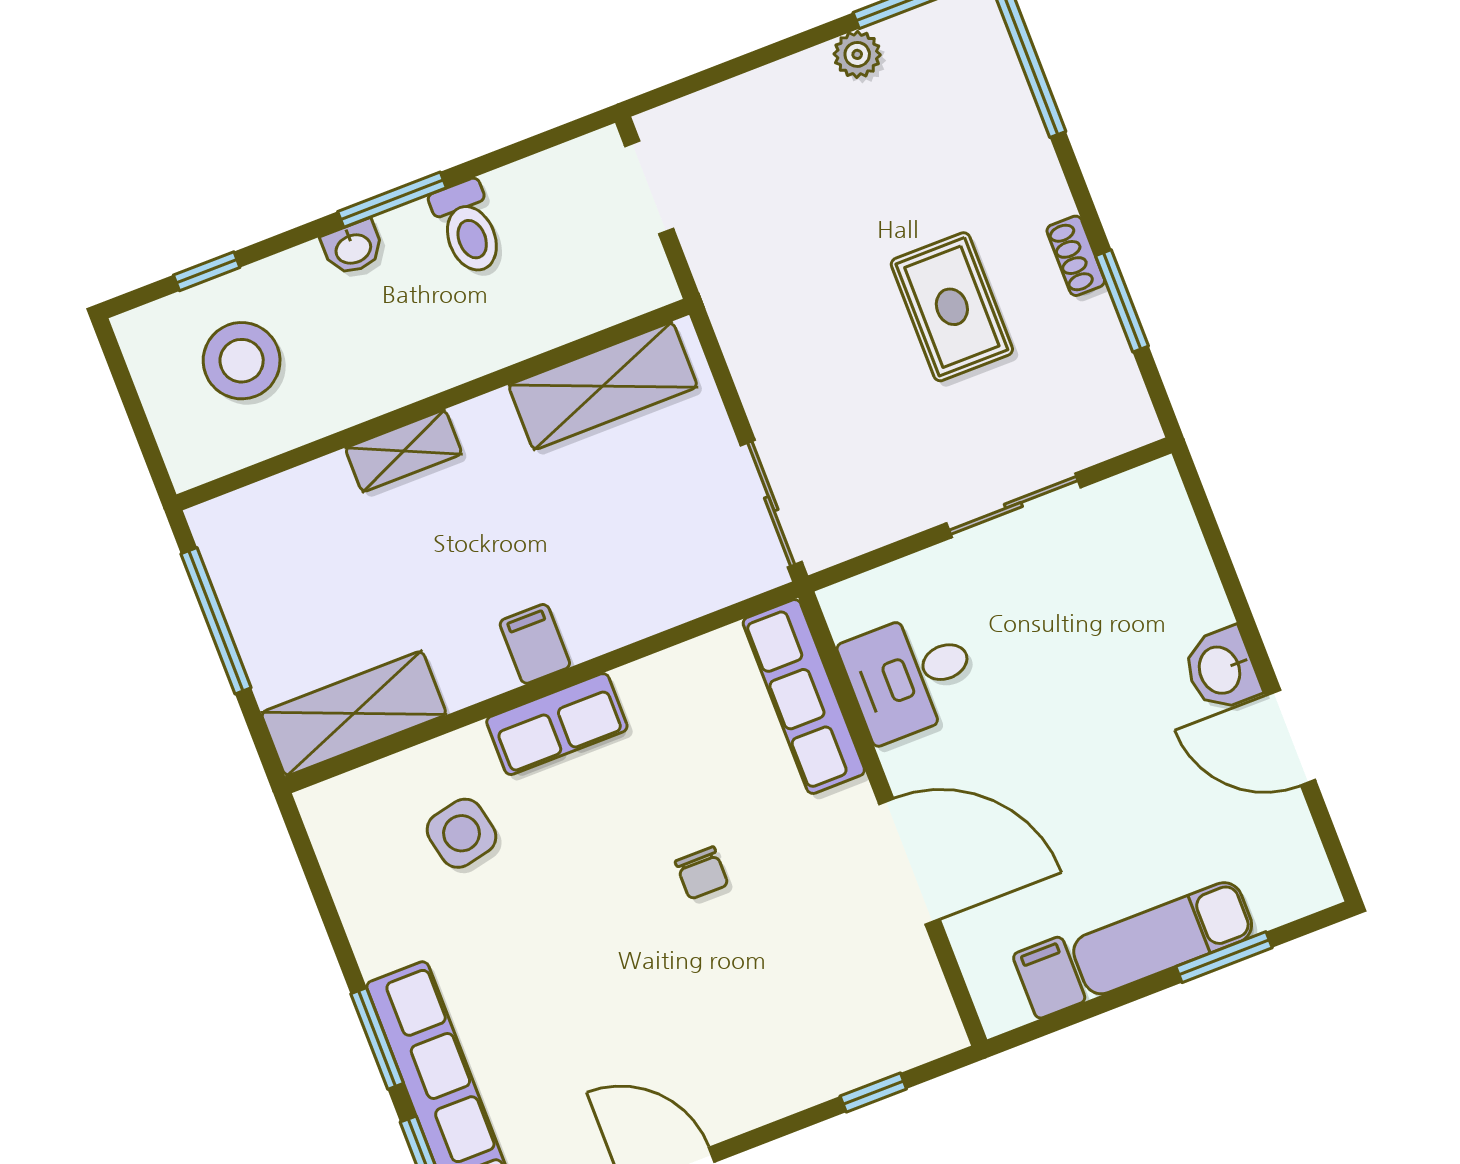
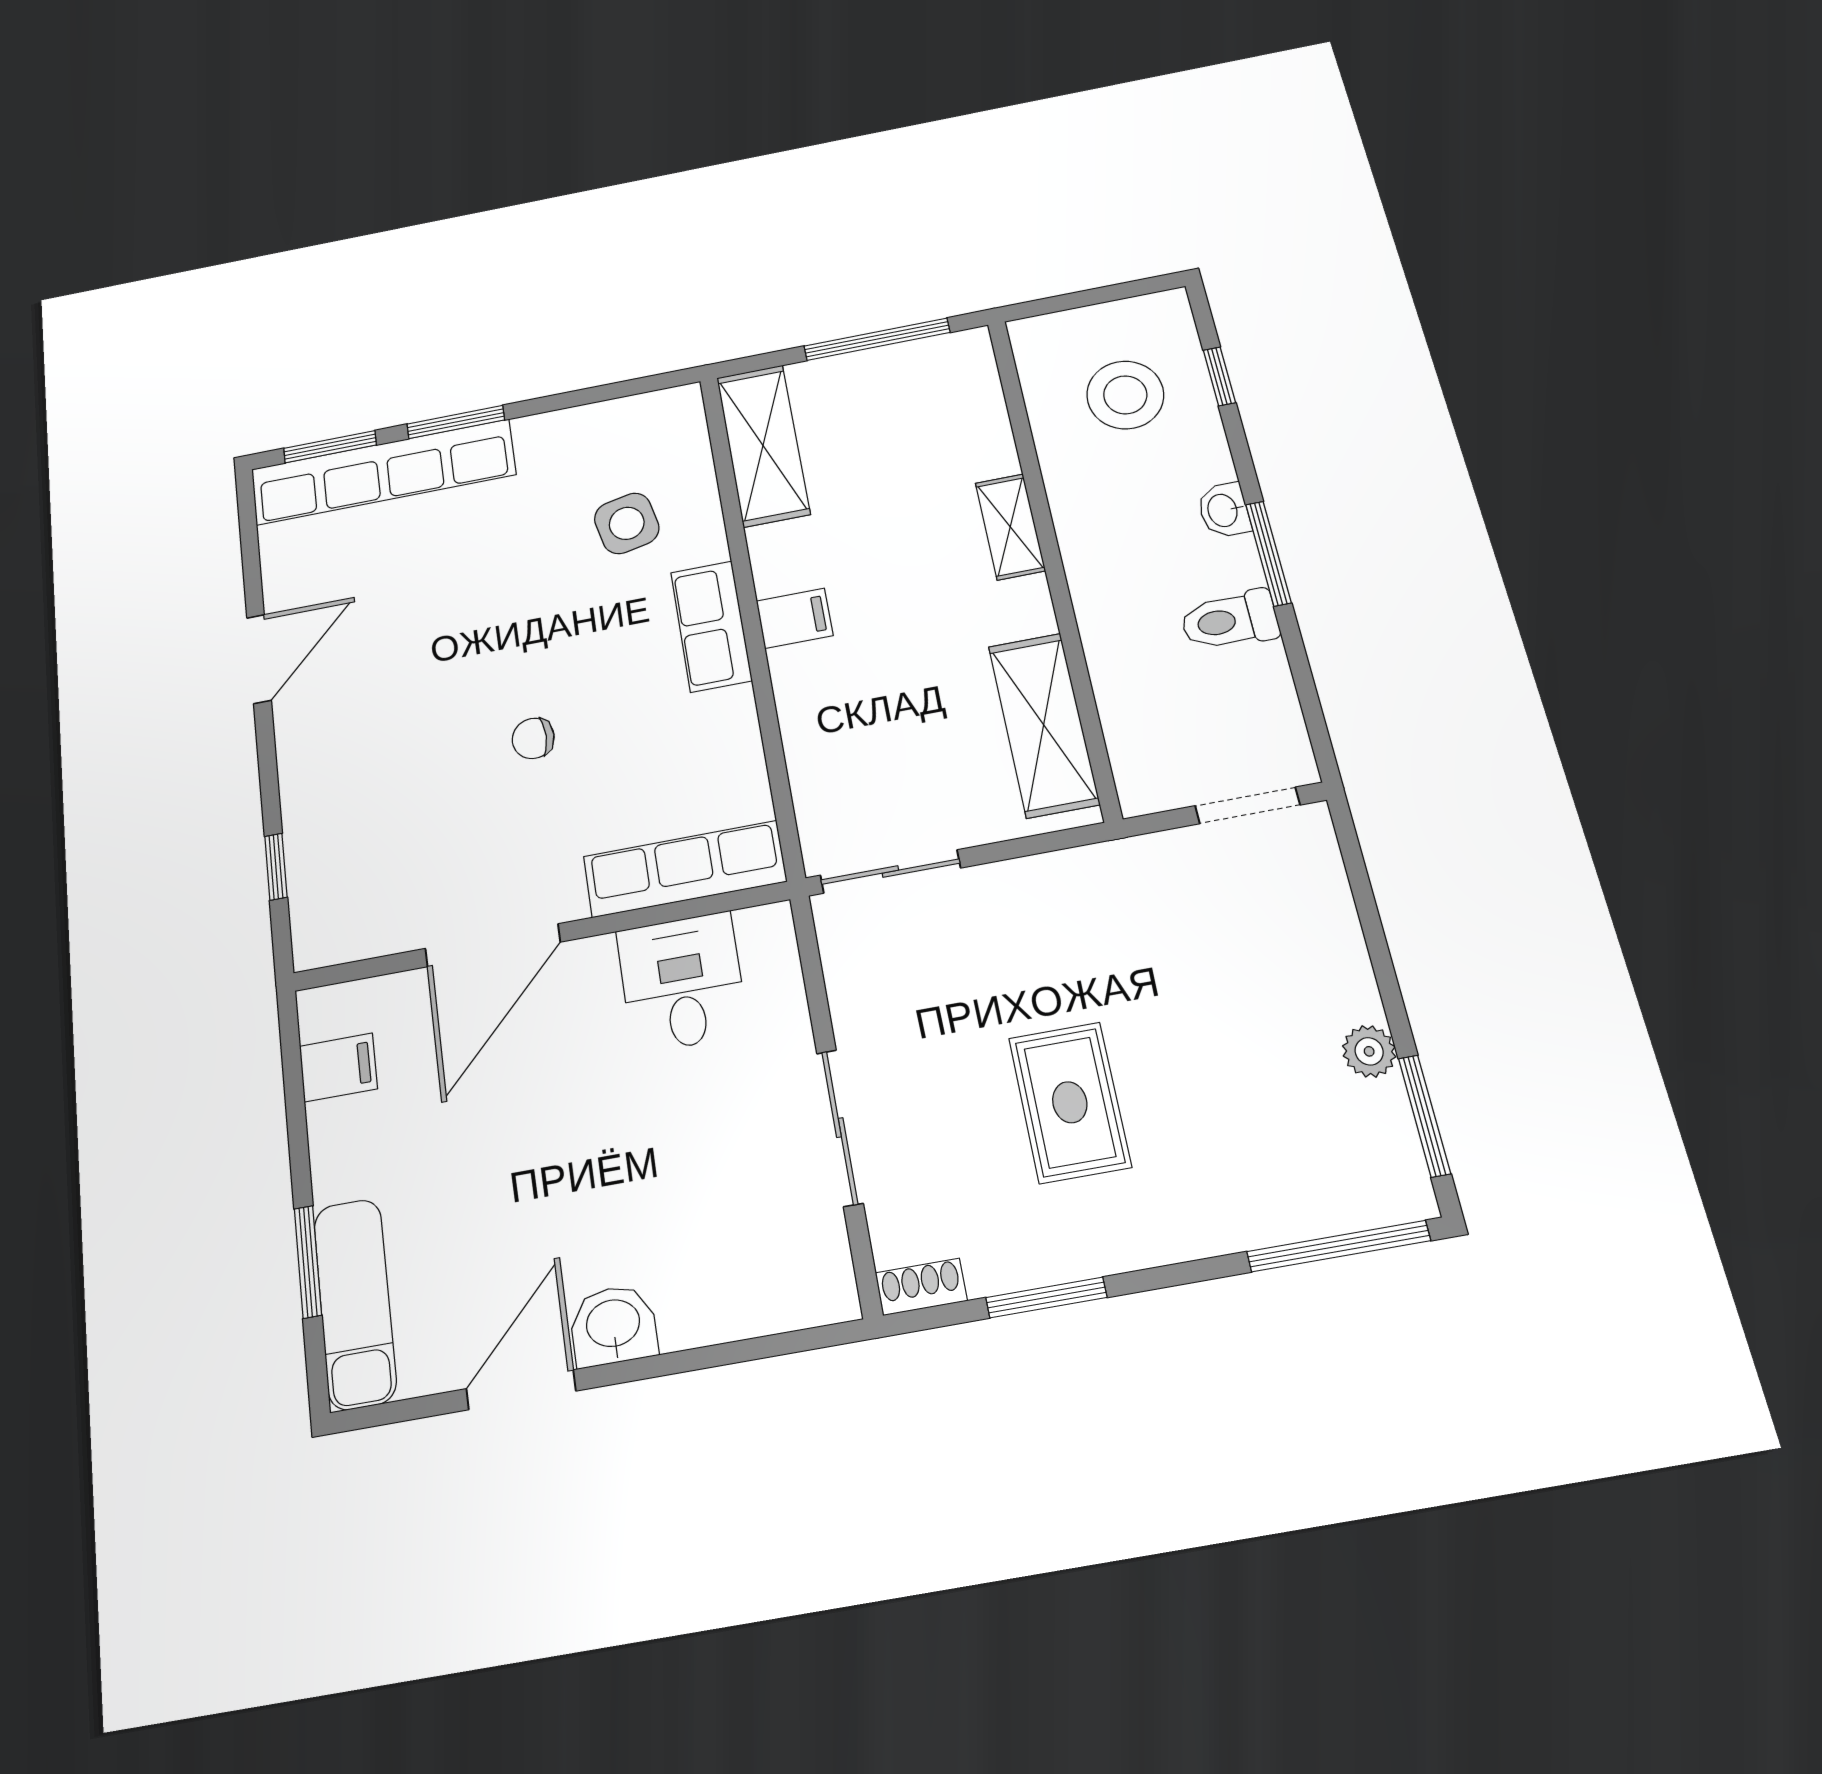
shoe rack: (1076, 256) -> (921, 1287), moved
rug: (952, 307) -> (1070, 1102), turned 90
exam couch: (1163, 938) -> (355, 1303), moved

